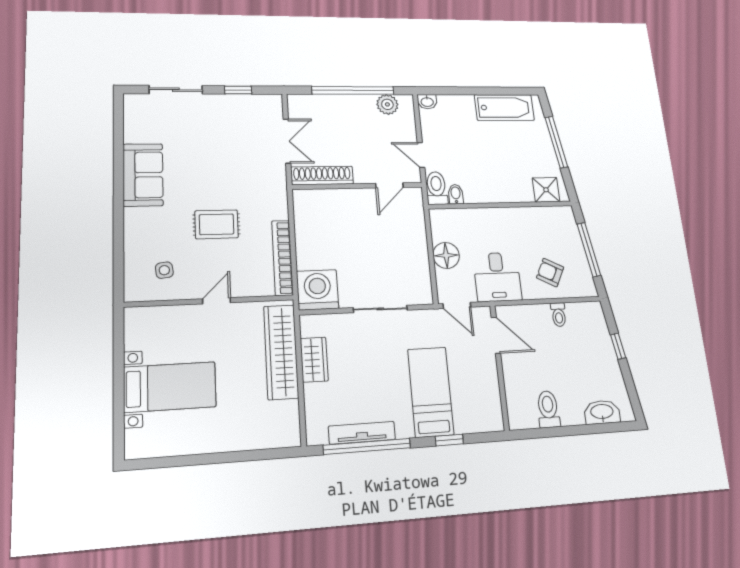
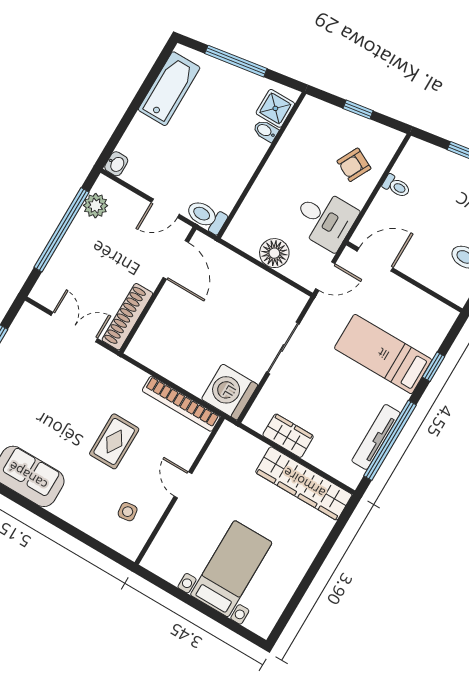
door: (389, 185) -> (176, 260), width x1.38
bidet: (456, 194) -> (266, 131), moved
window: (589, 250) -> (358, 110), width x0.46
wardrobe: (281, 352) -> (304, 483), moved

